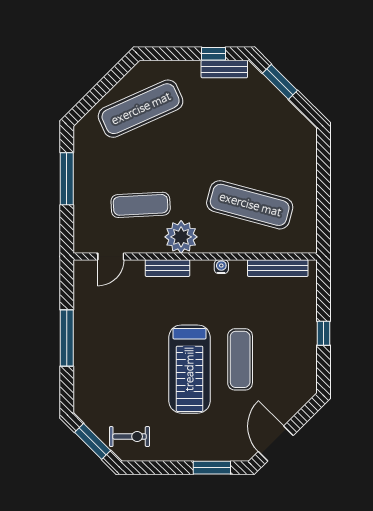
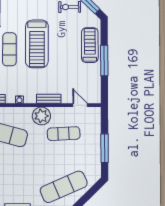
door: (111, 256) -> (80, 105), hinge flipped
treadmill: (93, 366) -> (90, 45), added
treadmill: (190, 369) -> (37, 44), turned 180

